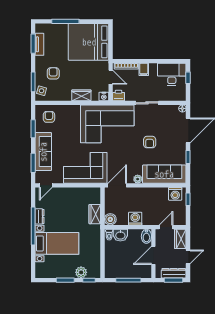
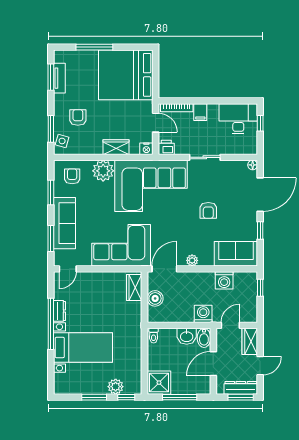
plant: (72, 113) -> (103, 171), added
sofa: (164, 174) -> (236, 254), width x0.73
washing machine: (175, 194) -> (224, 280), moved
wardrobe: (95, 214) -> (134, 288), moved
boiler: (110, 219) -> (155, 298), moved
washing machine: (135, 219) -> (203, 314), moved
washbasin: (120, 235) -> (187, 336), moved
shower: (113, 269) -> (159, 383), added

